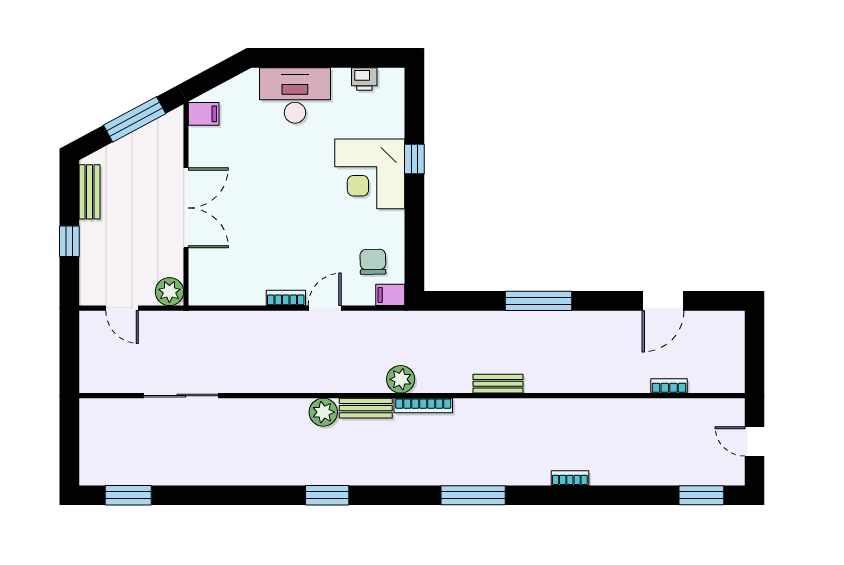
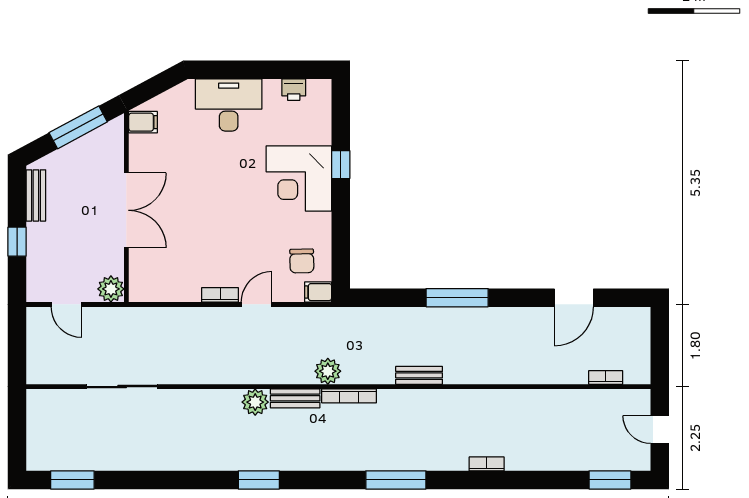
chair: (373, 262) -> (302, 261), turned 180
bookcase: (669, 386) -> (606, 377), moved

